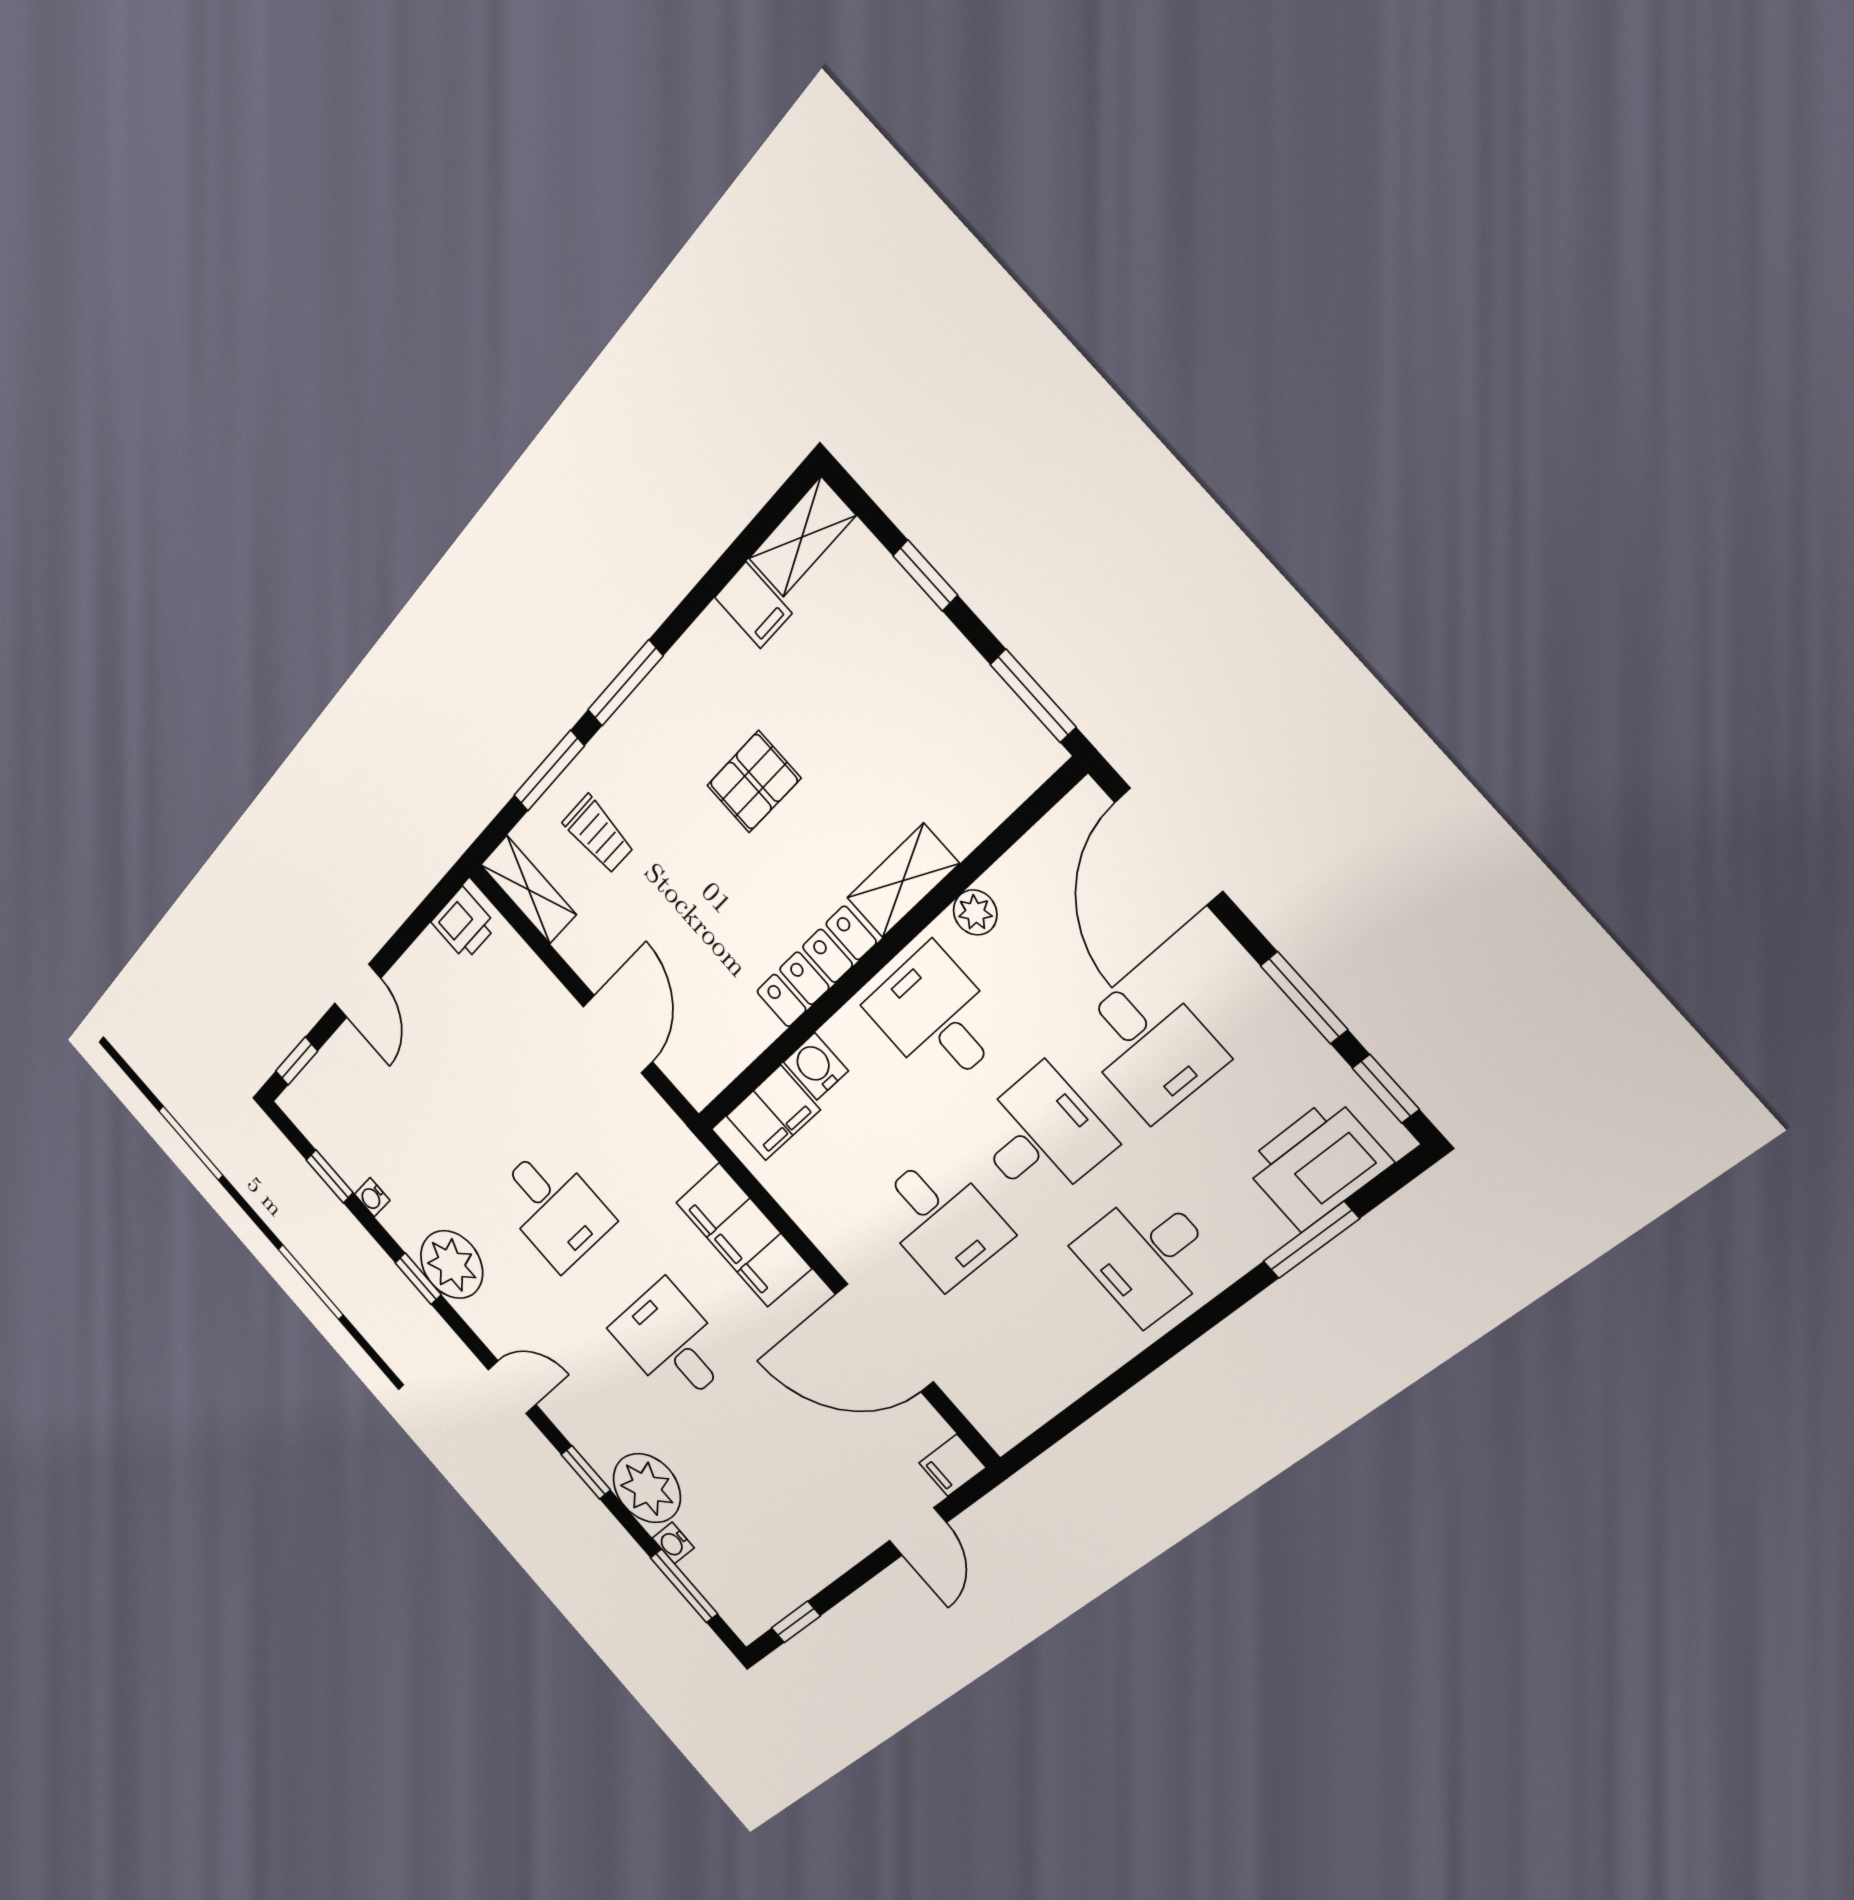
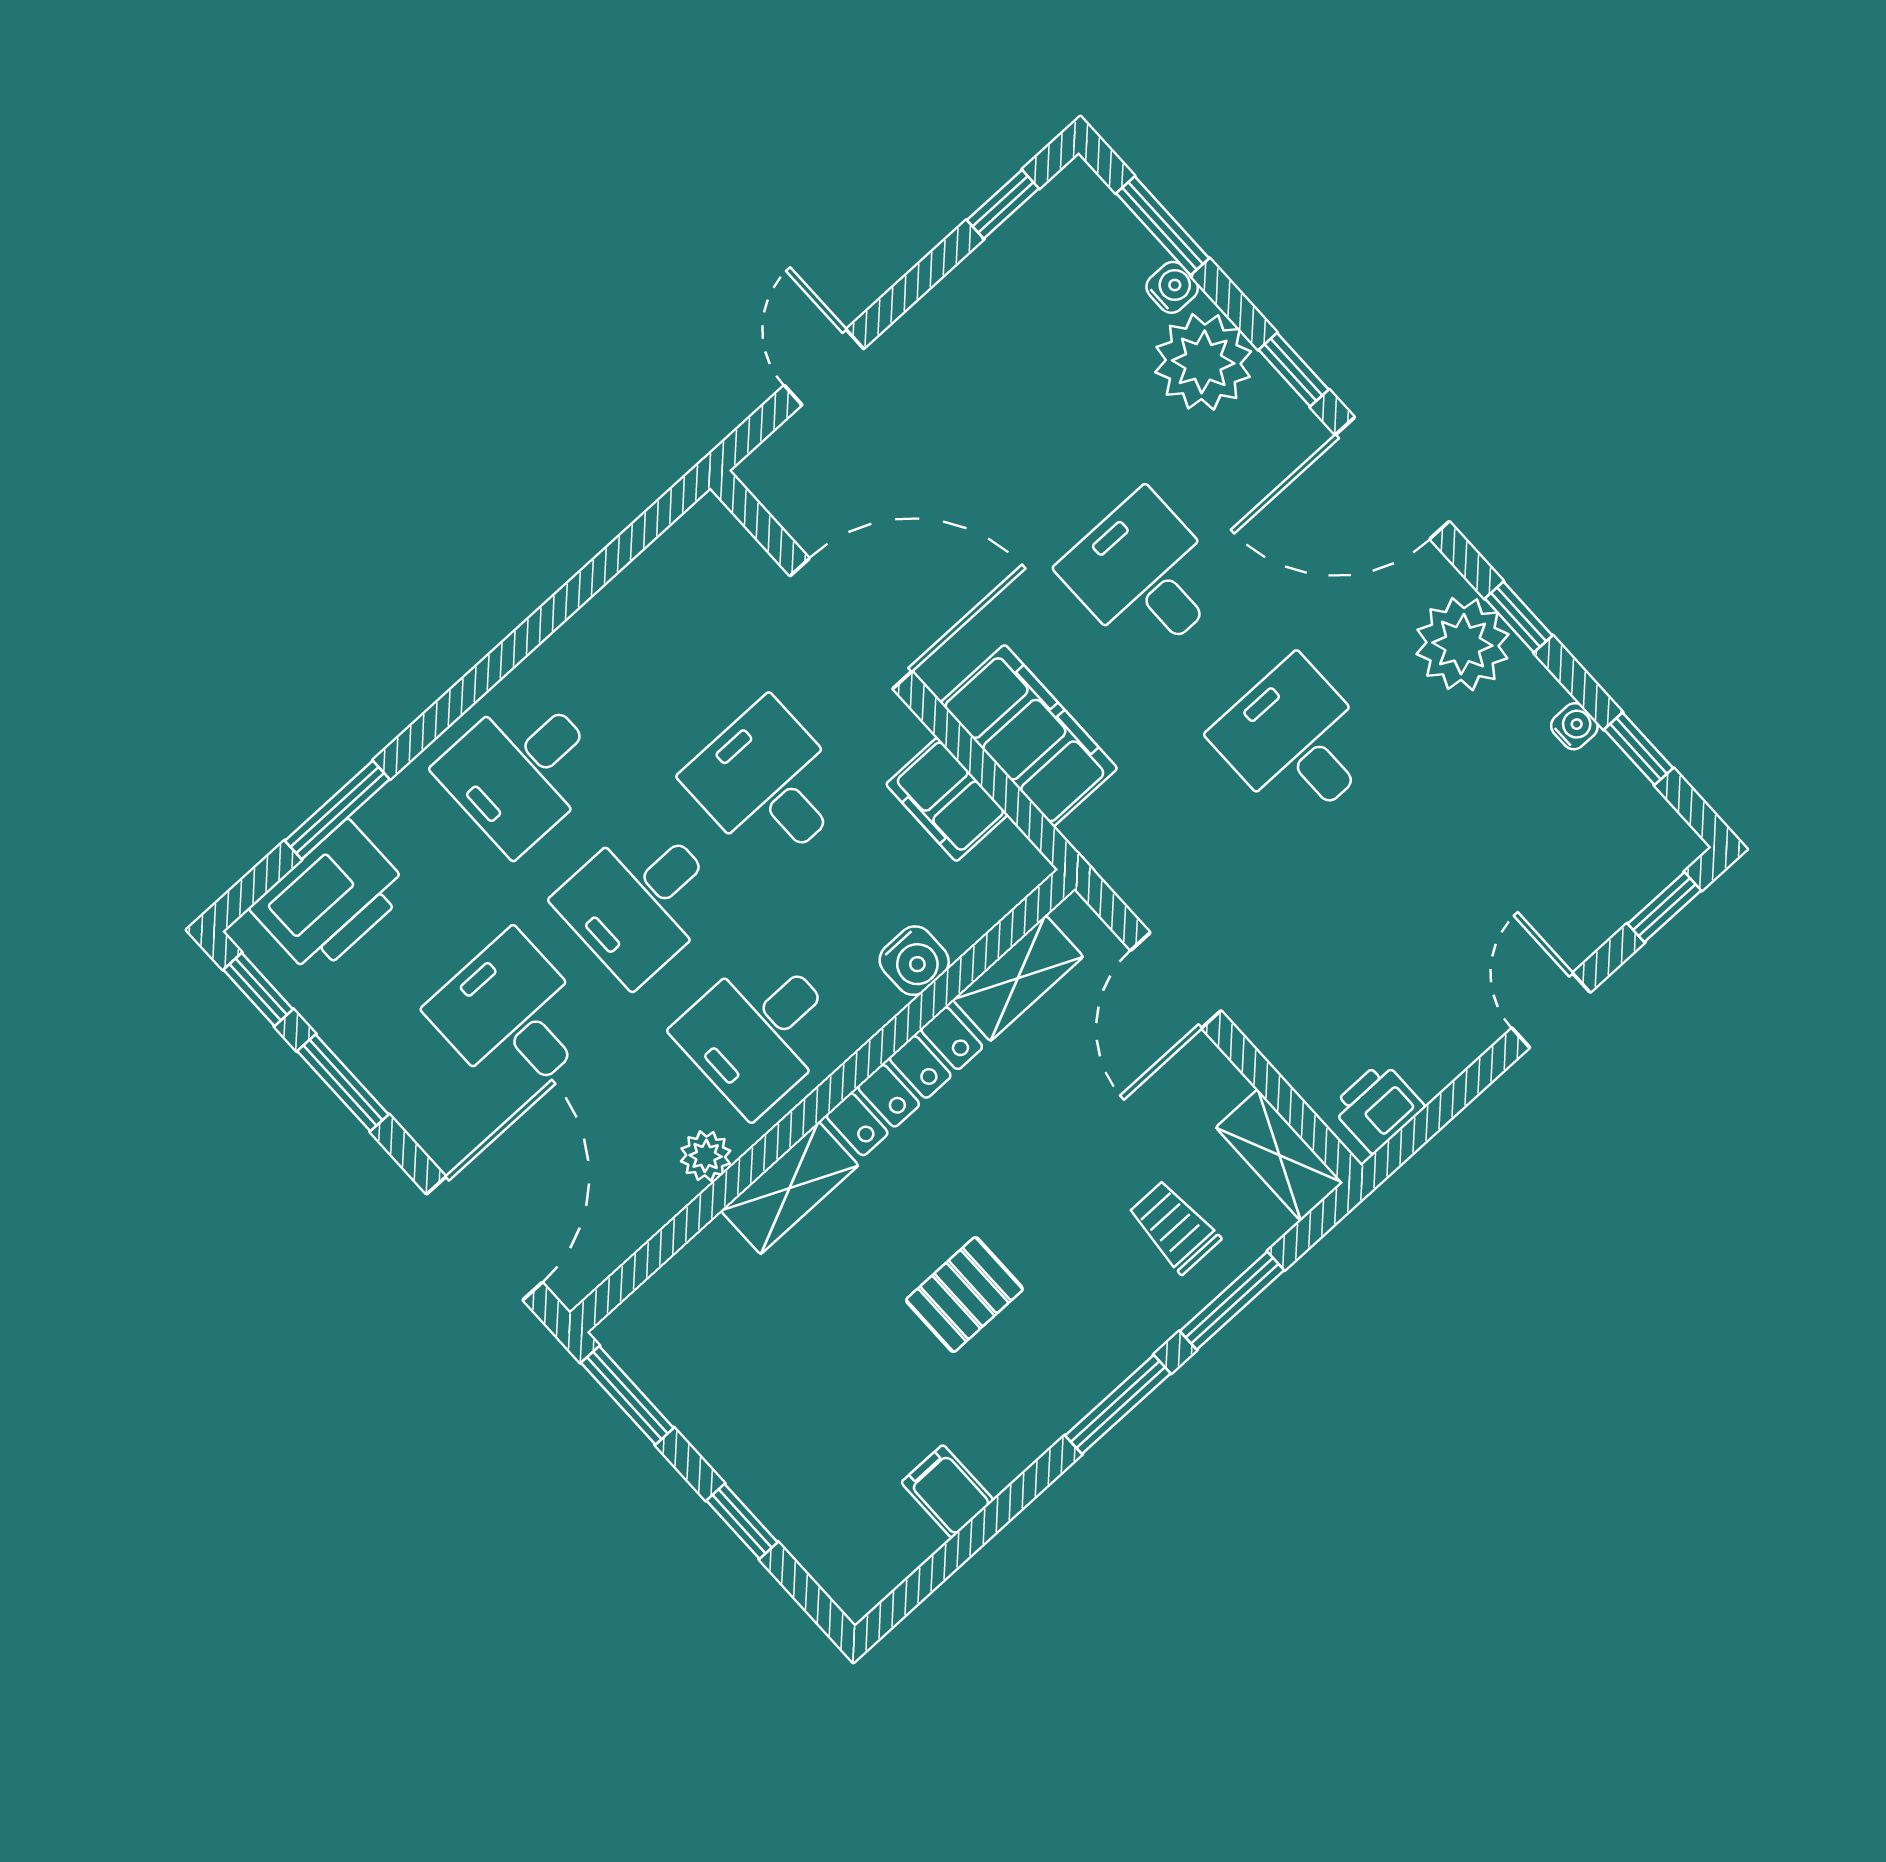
shelving: (802, 537) -> (1018, 978), moved
desk: (936, 1017) -> (759, 1031), turned 90
filing cabinet: (773, 1113) -> (947, 799), moved, turned -90
desk: (1147, 1256) -> (521, 770), turned 180
desk: (672, 1343) -> (1144, 576), turned 180
door: (512, 1387) -> (1392, 478), width x1.87
filing cabinet: (952, 1465) -> (773, 466), removed

